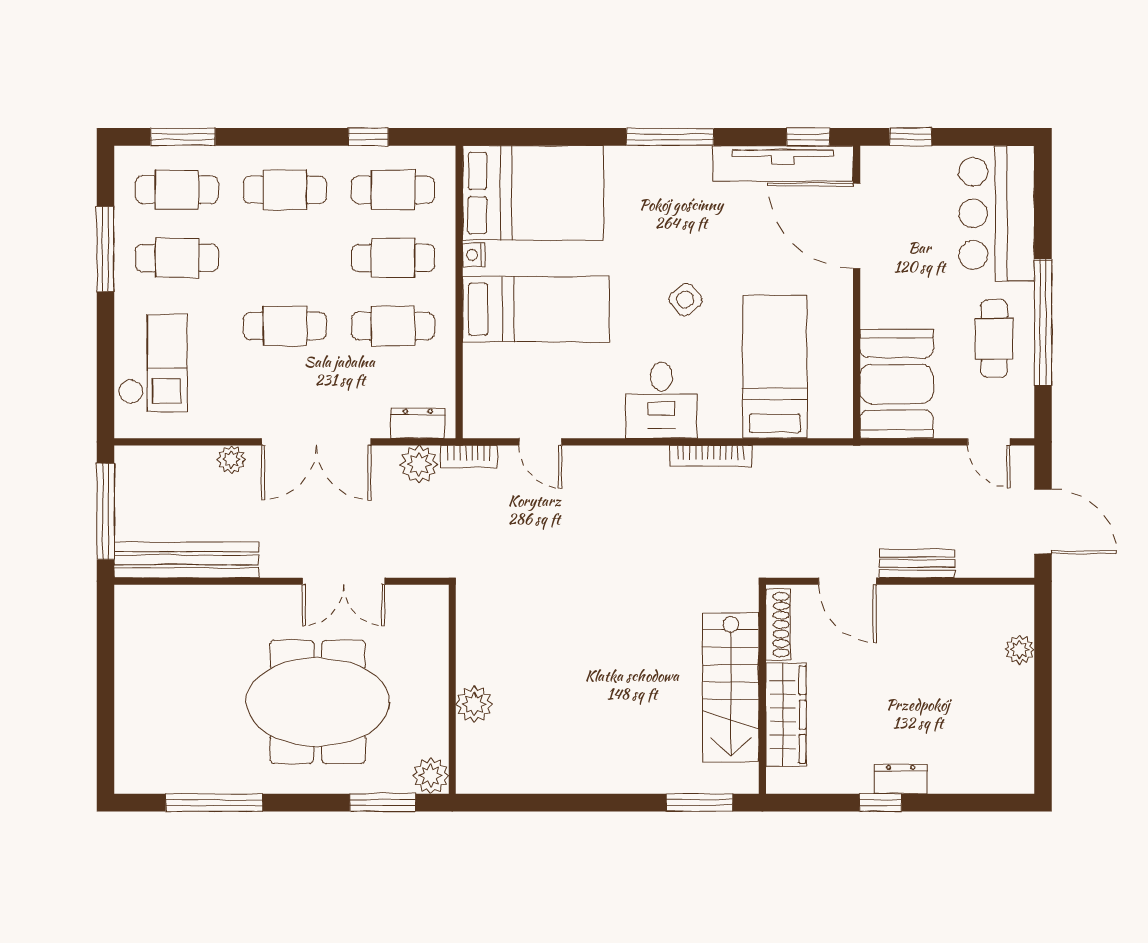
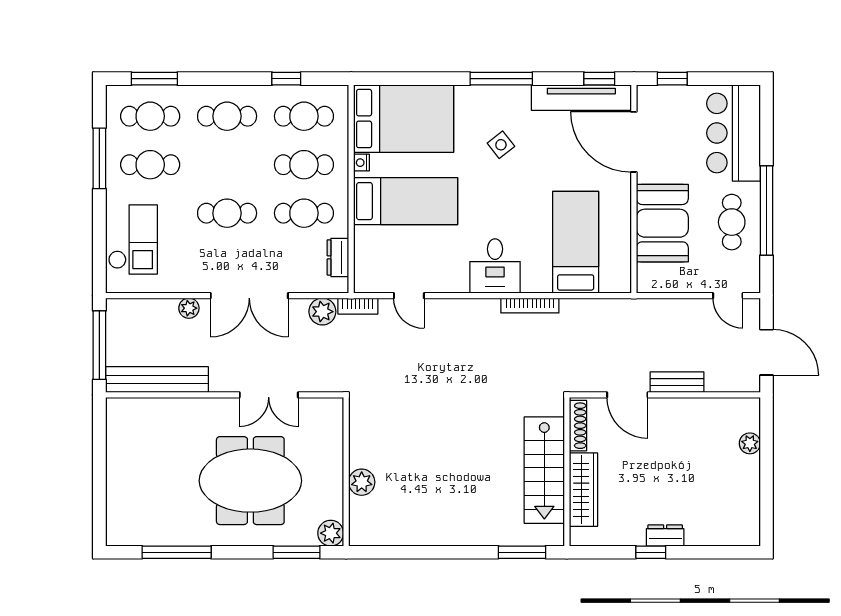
side table: (686, 300) -> (501, 145), moved
booth: (897, 384) -> (662, 223), moved
dresser: (418, 423) -> (338, 257), moved, turned -90

